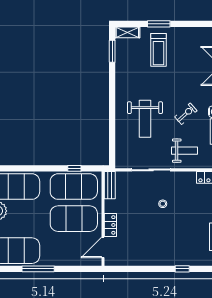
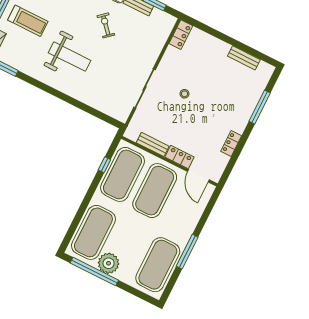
weight bench: (145, 119) -> (70, 57), moved
weight bench: (185, 151) -> (142, 45), removed
bench: (110, 185) -> (153, 144), moved
locker: (142, 261) -> (231, 143), added
window: (182, 269) -> (260, 107), width x2.17

